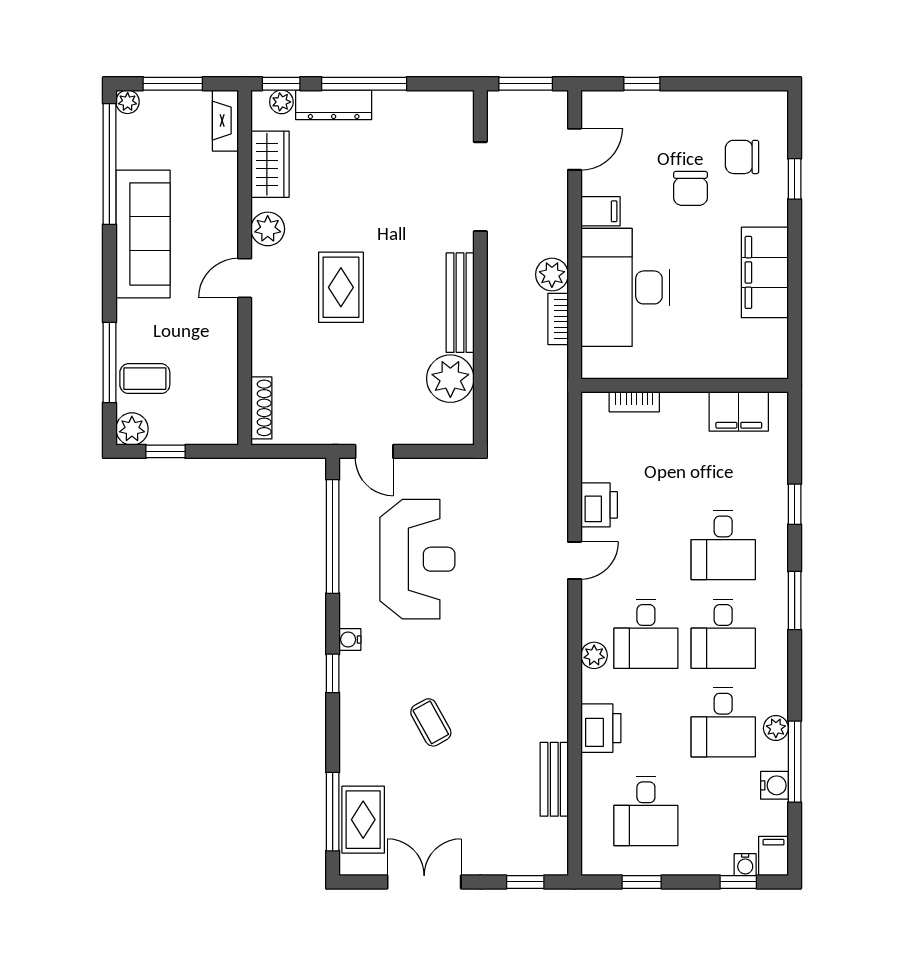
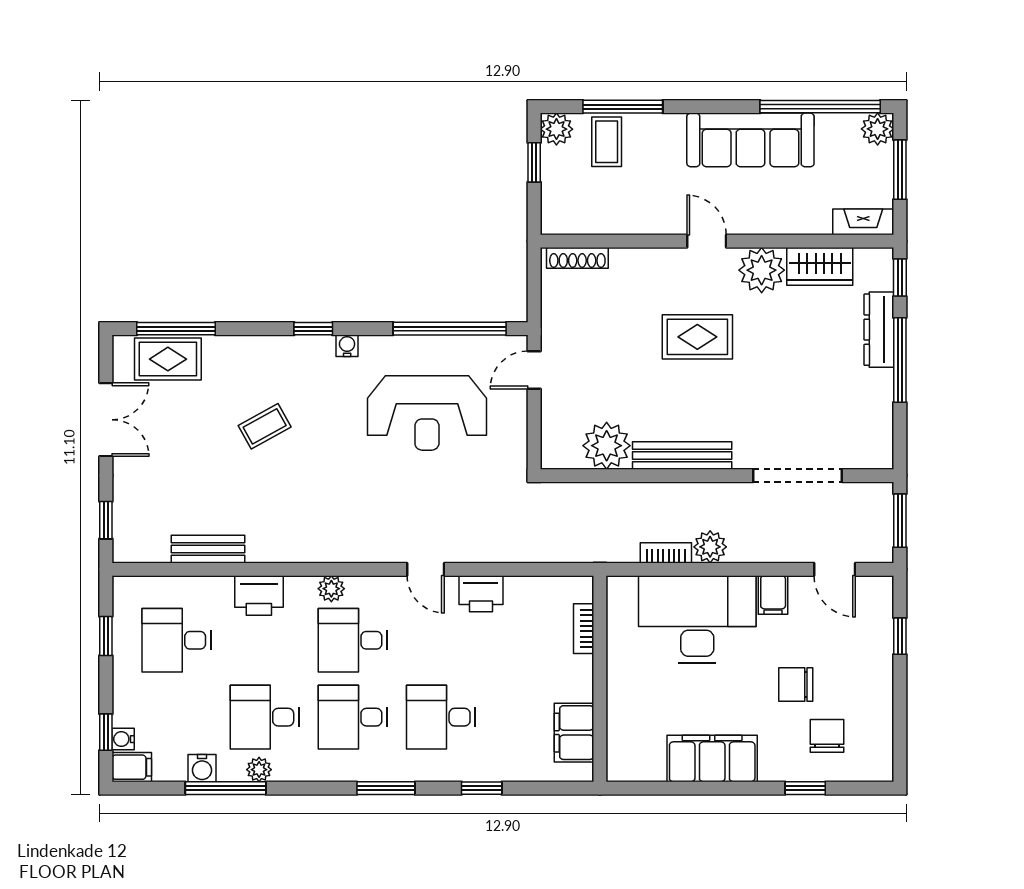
plant: (128, 102) -> (878, 129), width x1.38, depth x1.38
plant: (281, 102) -> (882, 278), removed
plant: (268, 229) -> (762, 270), width x1.36, depth x1.36

